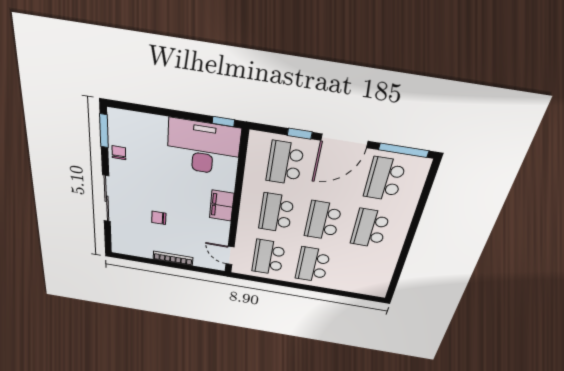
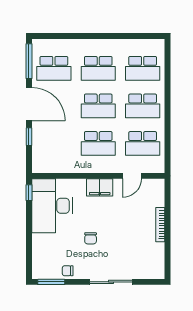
school desk: (285, 163) -> (143, 68), moved
chair: (159, 218) -> (91, 238), moved
door: (230, 255) -> (132, 176), moved

